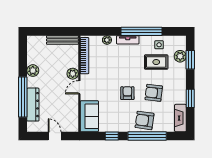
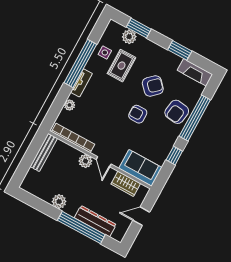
armchair: (154, 93) -> (153, 86), turned -140
wardrobe: (72, 112) -> (126, 184), added

